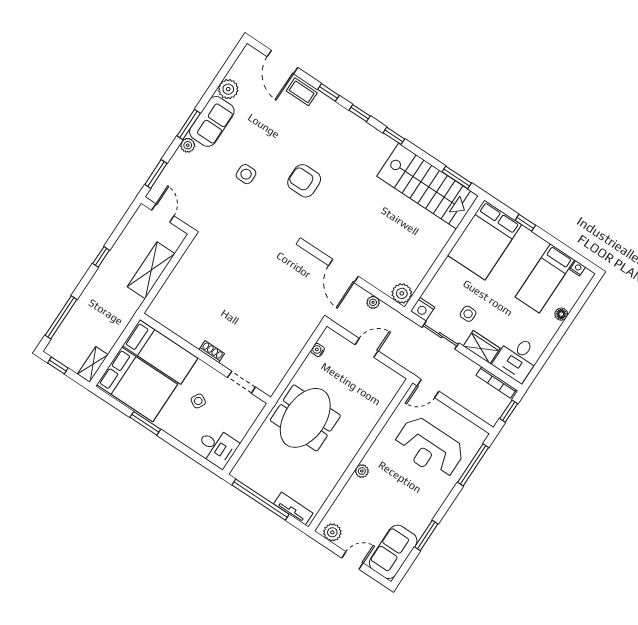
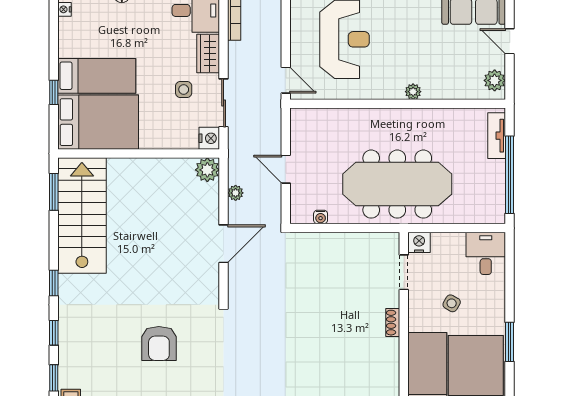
bed: (545, 278) -> (97, 76), moved
nightstand: (255, 406) -> (419, 242), added
meeting table: (305, 418) -> (397, 184), width x1.36

